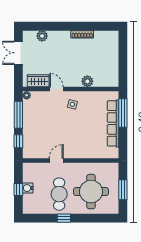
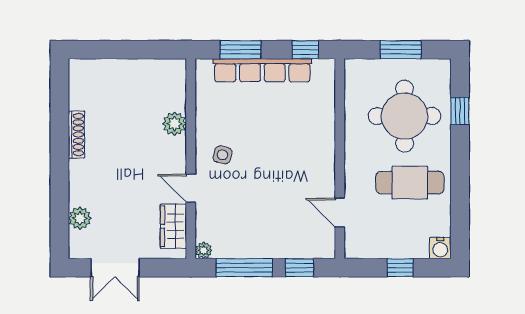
door: (56, 89) -> (191, 188), hinge flipped
window: (123, 113) -> (241, 50), width x0.69
window: (123, 144) -> (305, 50), added
door: (56, 161) -> (340, 213), moved
water cooler: (28, 188) -> (440, 248), moved
window: (64, 218) -> (460, 111), moved

